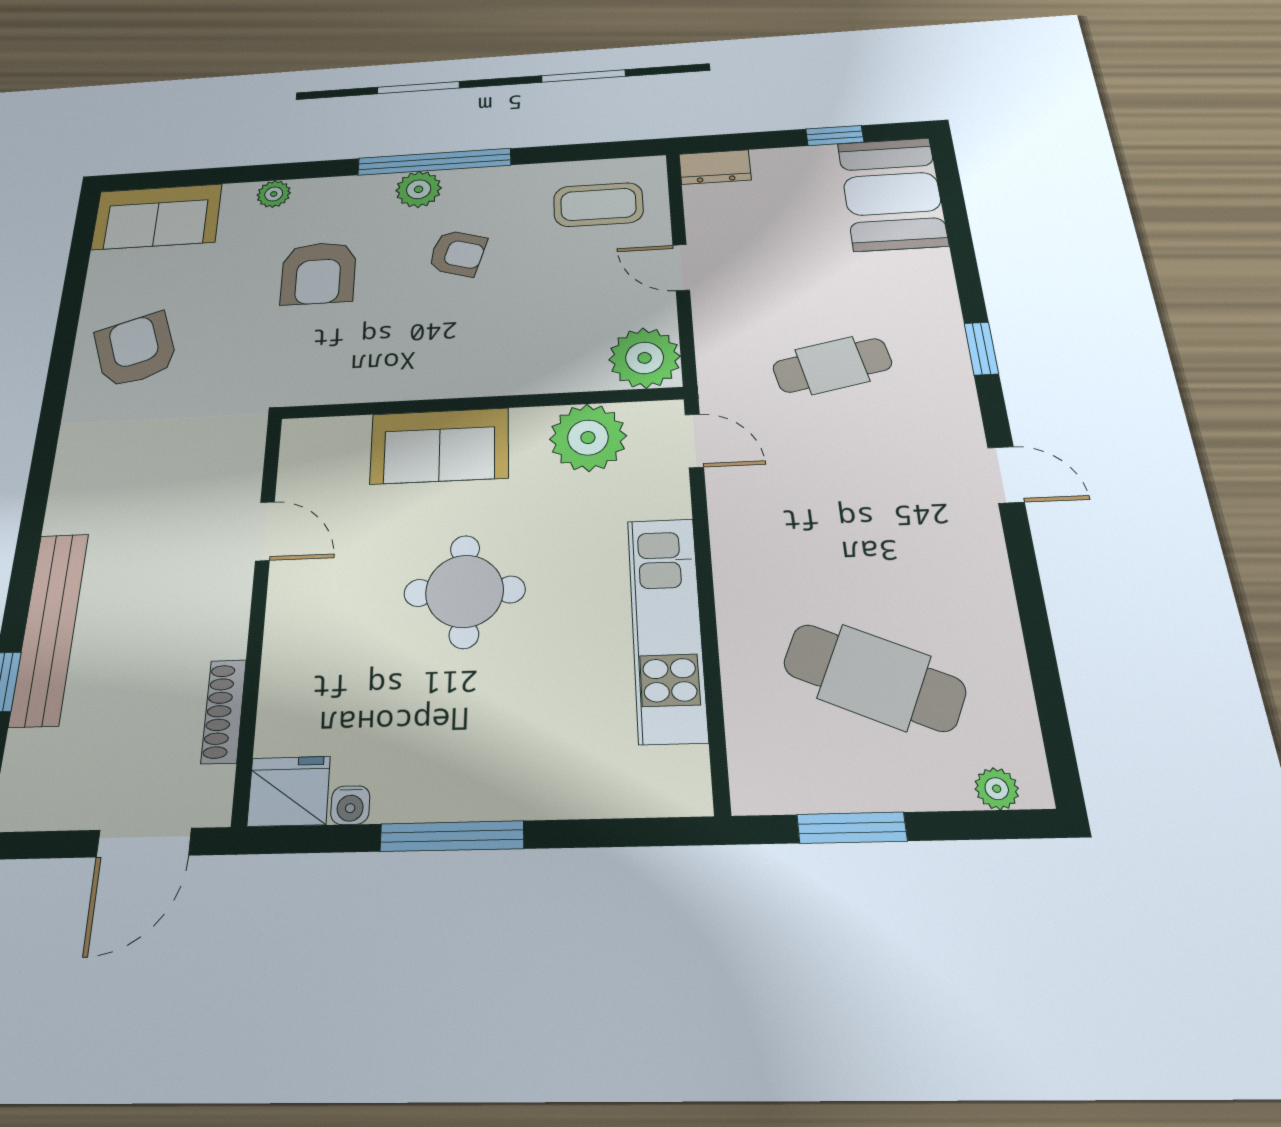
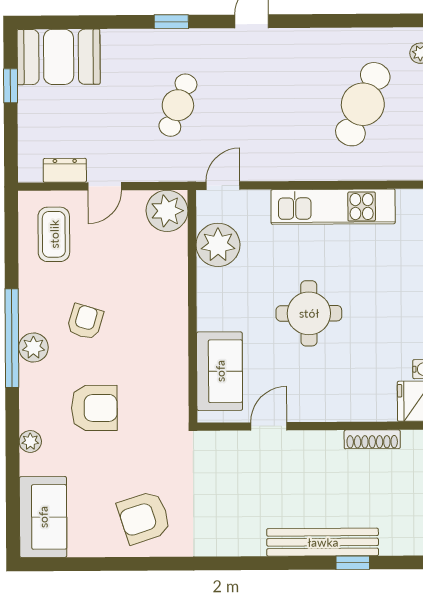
dresser: (715, 167) -> (65, 170), moved, turned -90
cafe table: (832, 365) -> (178, 105), turned 33
sofa: (439, 446) -> (220, 371), moved

